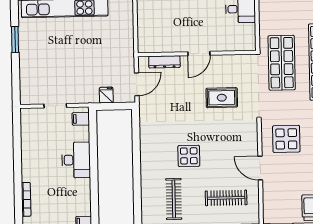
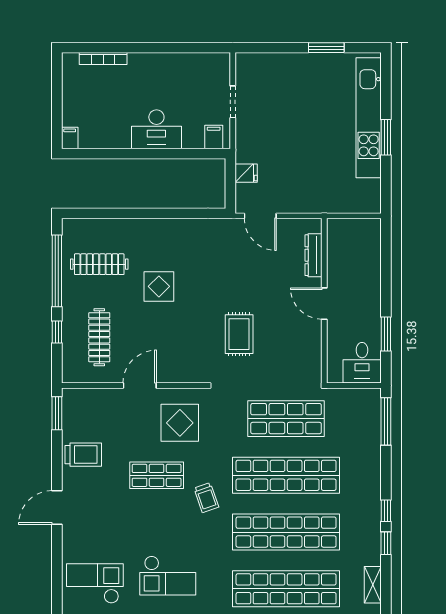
wall: (197, 53) -> (324, 301), moved
door: (199, 53) -> (324, 304), moved
dresser: (164, 62) -> (313, 255), moved

